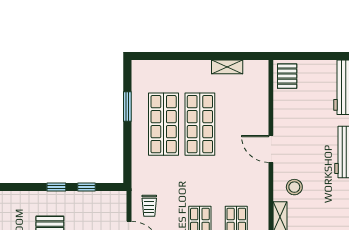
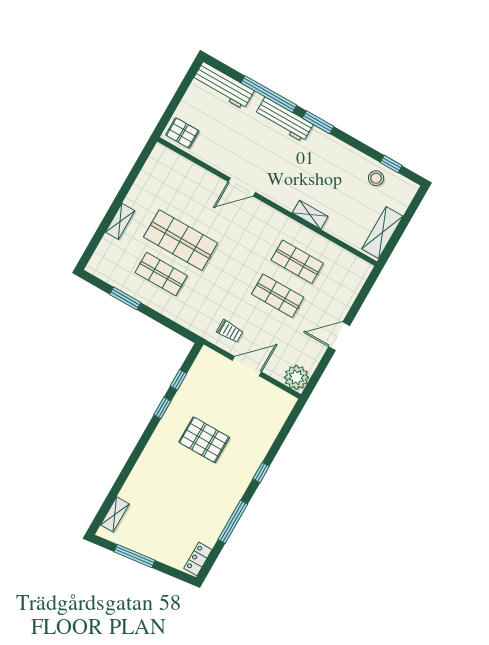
shelving: (227, 67) -> (120, 221), moved
shop shelf: (164, 124) -> (161, 274), width x0.70, depth x0.74
stool: (294, 187) -> (290, 185), removed

